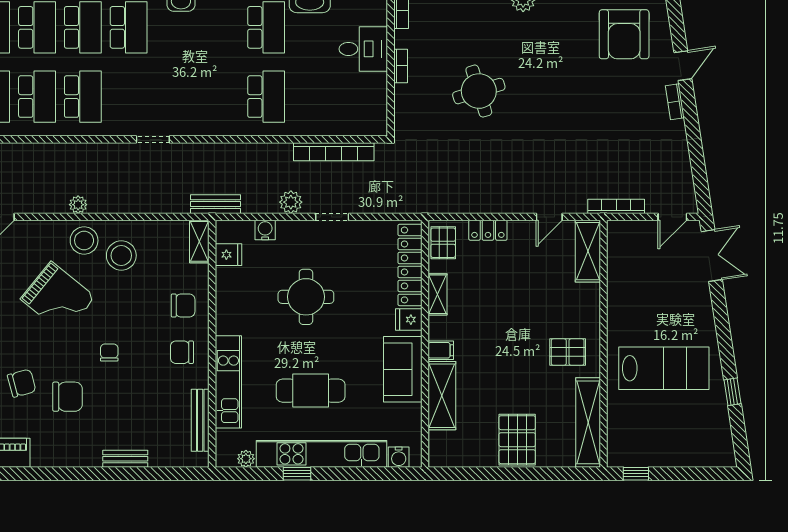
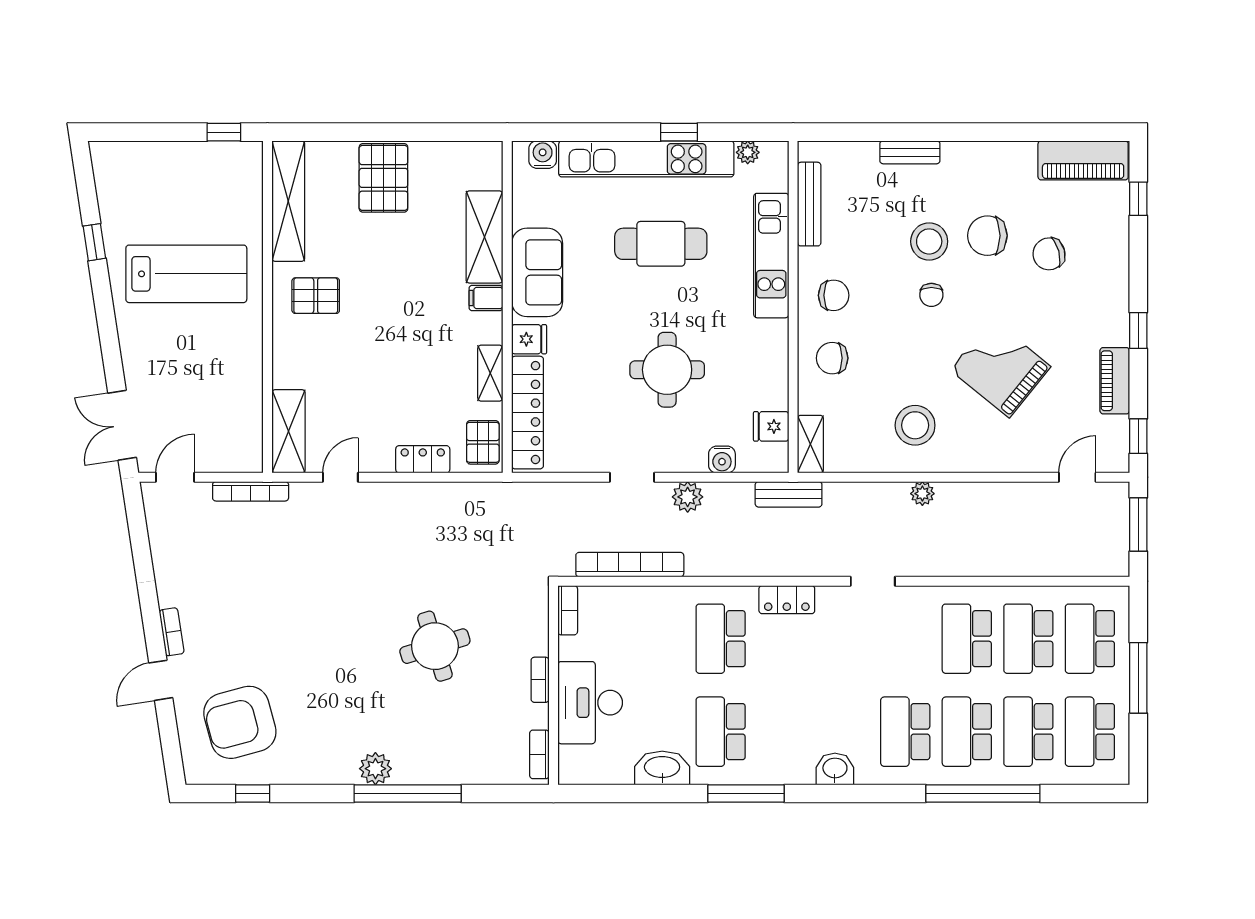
armchair: (624, 34) -> (240, 722), turned -105
desk: (363, 49) -> (590, 703), width x1.37
bookcase: (380, 118) -> (568, 610), added
locker: (217, 126) -> (787, 600), added
plant: (78, 205) -> (922, 494), moved
stool: (84, 240) -> (929, 241), moved
lab bench: (664, 368) -> (186, 274), turned 180

